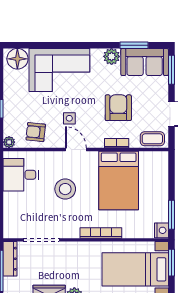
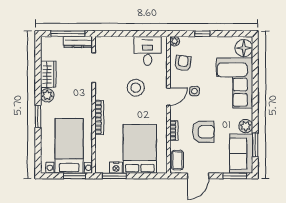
bed: (119, 181) -> (140, 149), moved, turned 90
nightstand: (161, 230) -> (116, 168), moved

